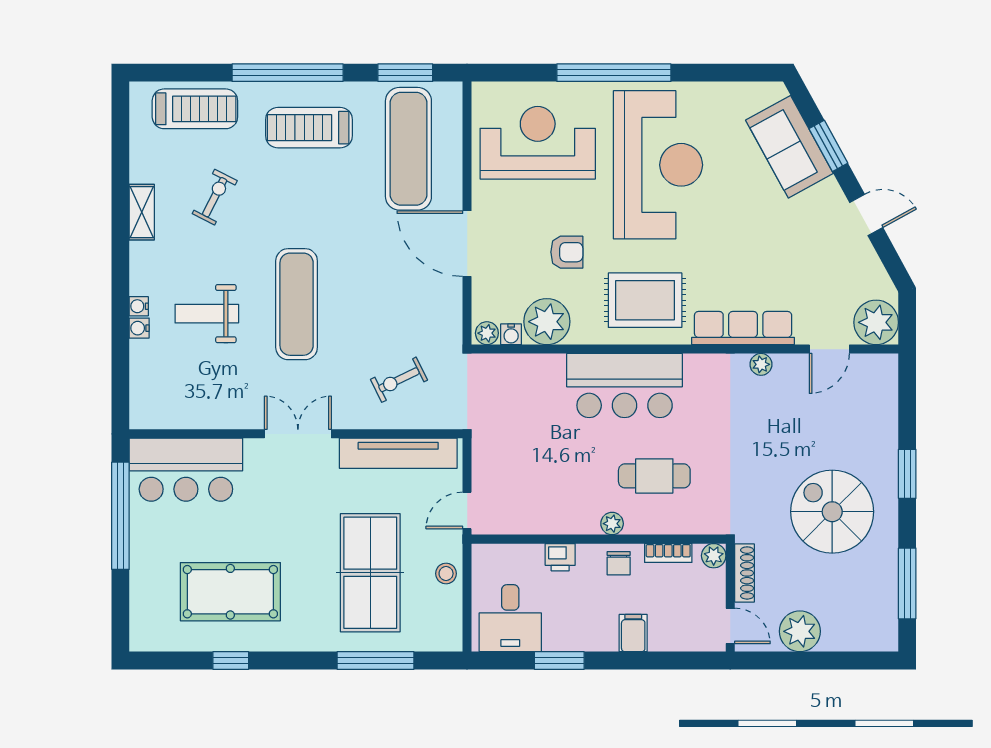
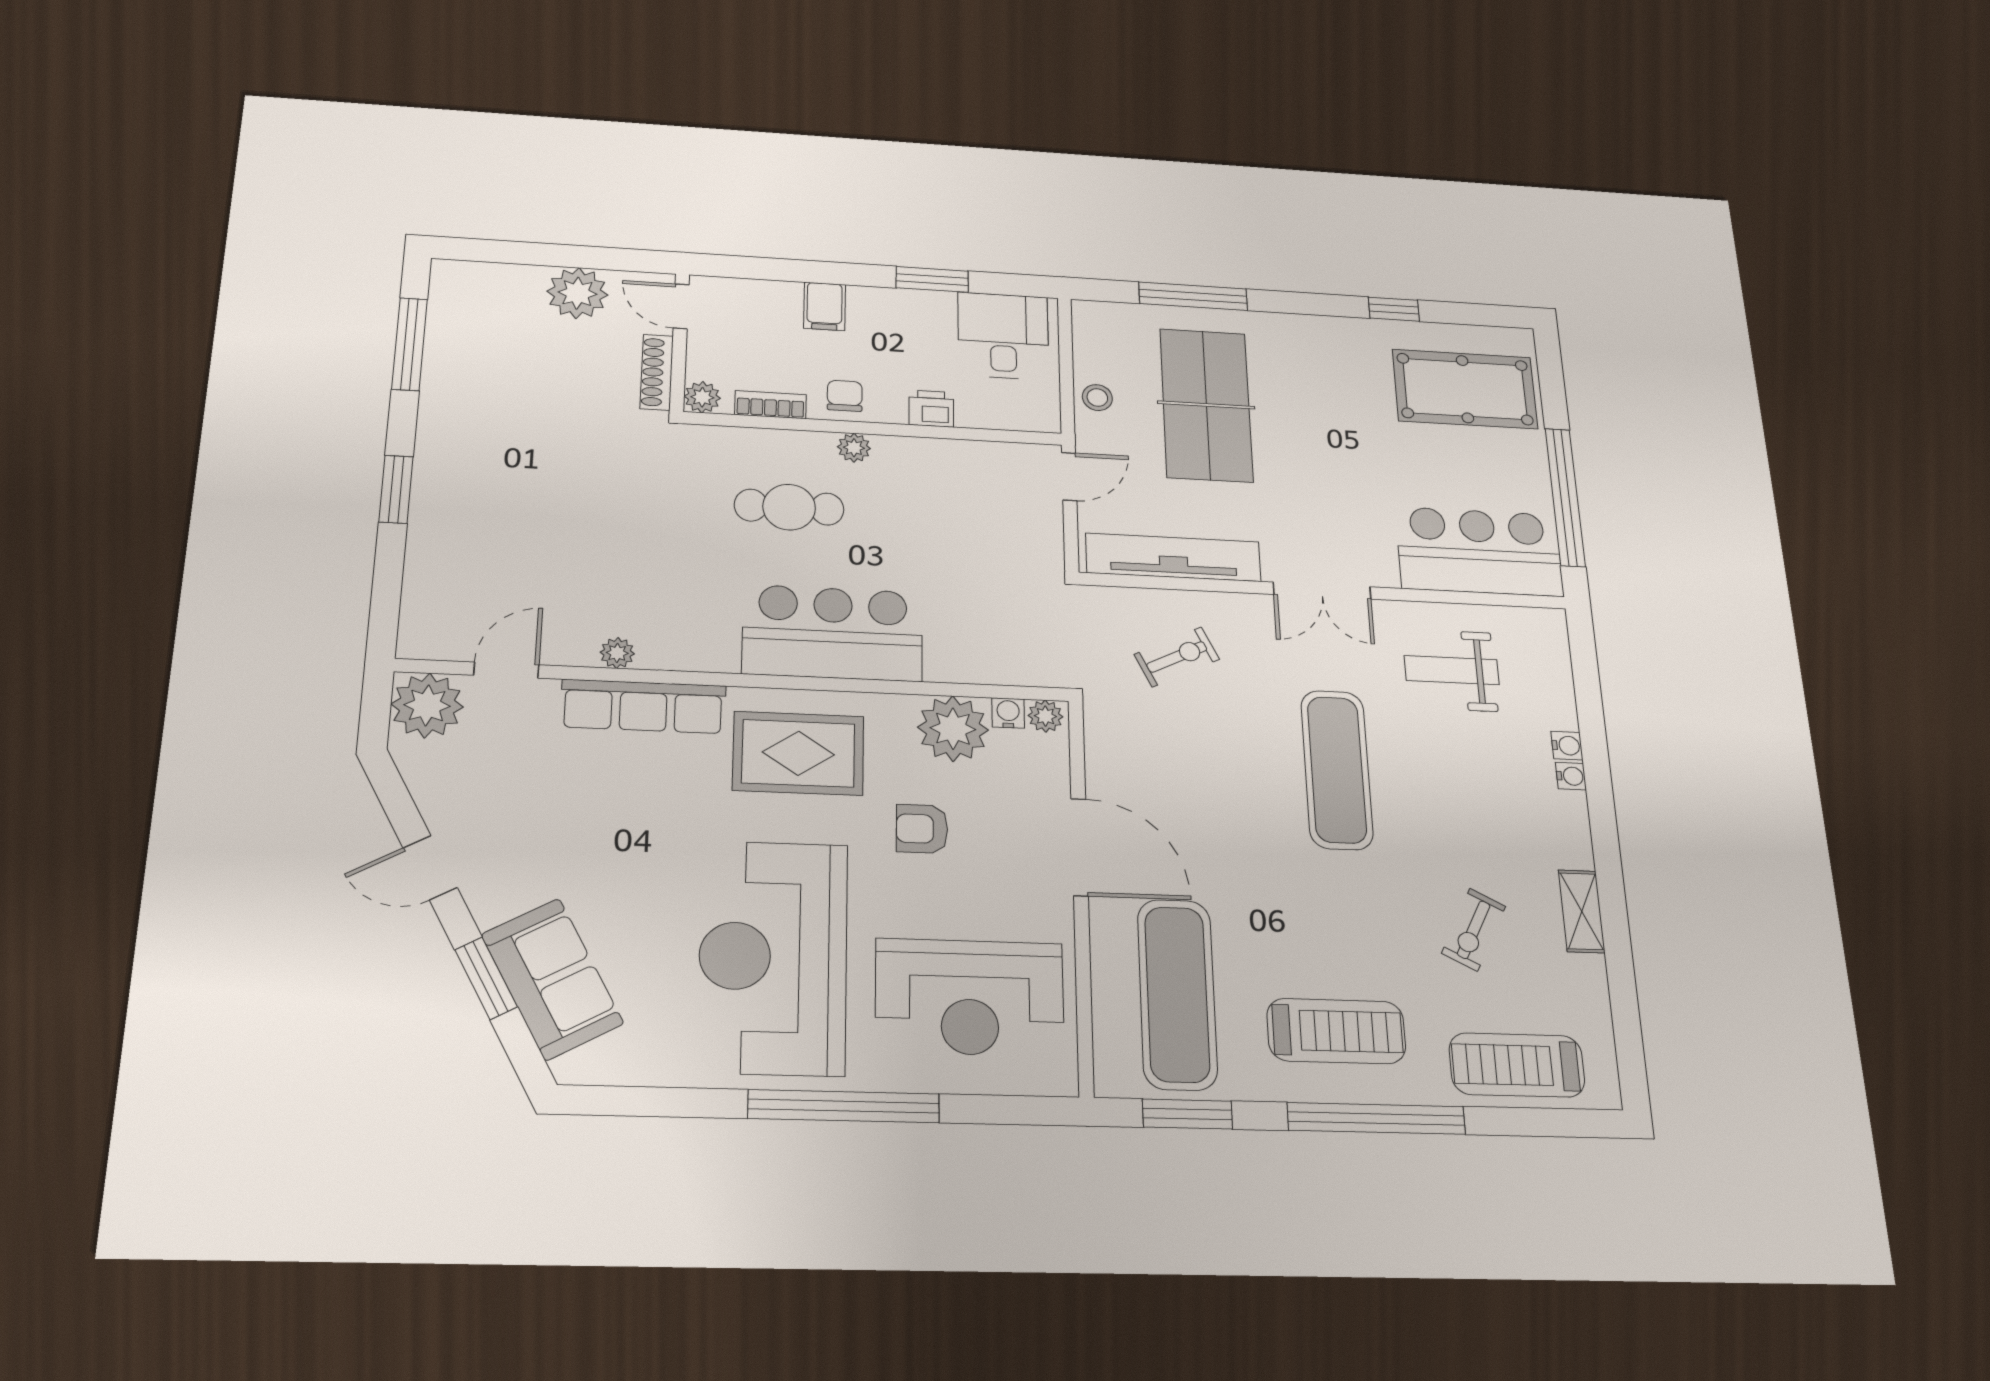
weight bench: (207, 314) -> (1452, 670), moved, turned 180
spiral stairs: (832, 512) -> (518, 445), removed
pool table: (230, 592) -> (1465, 389), moved

